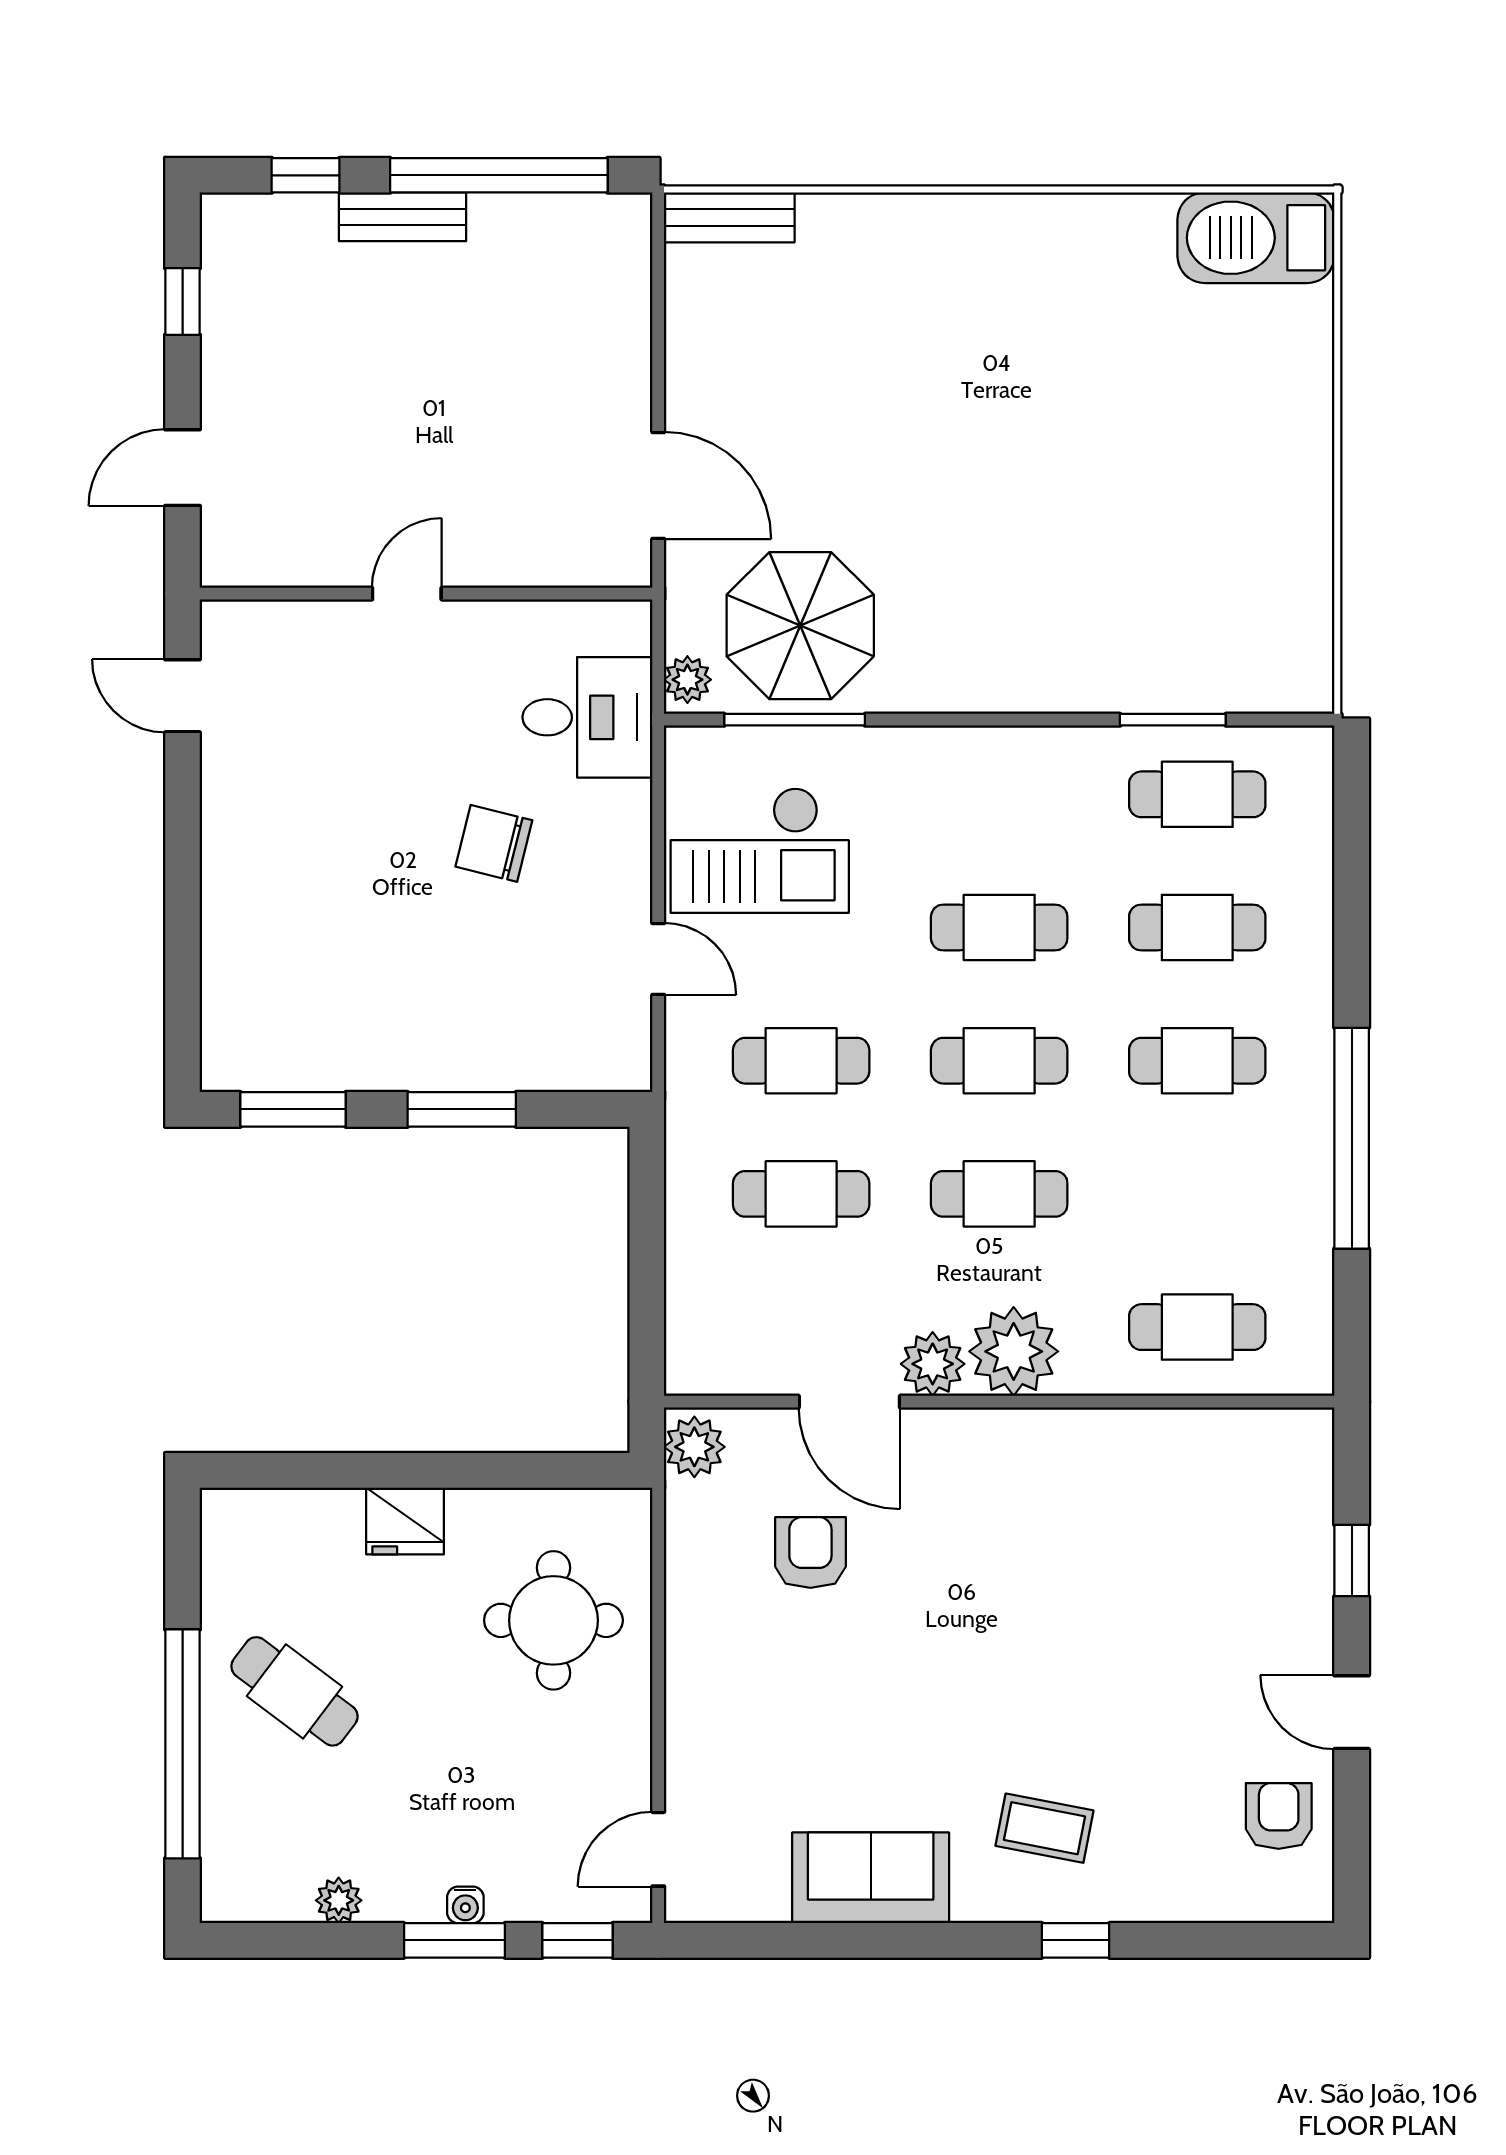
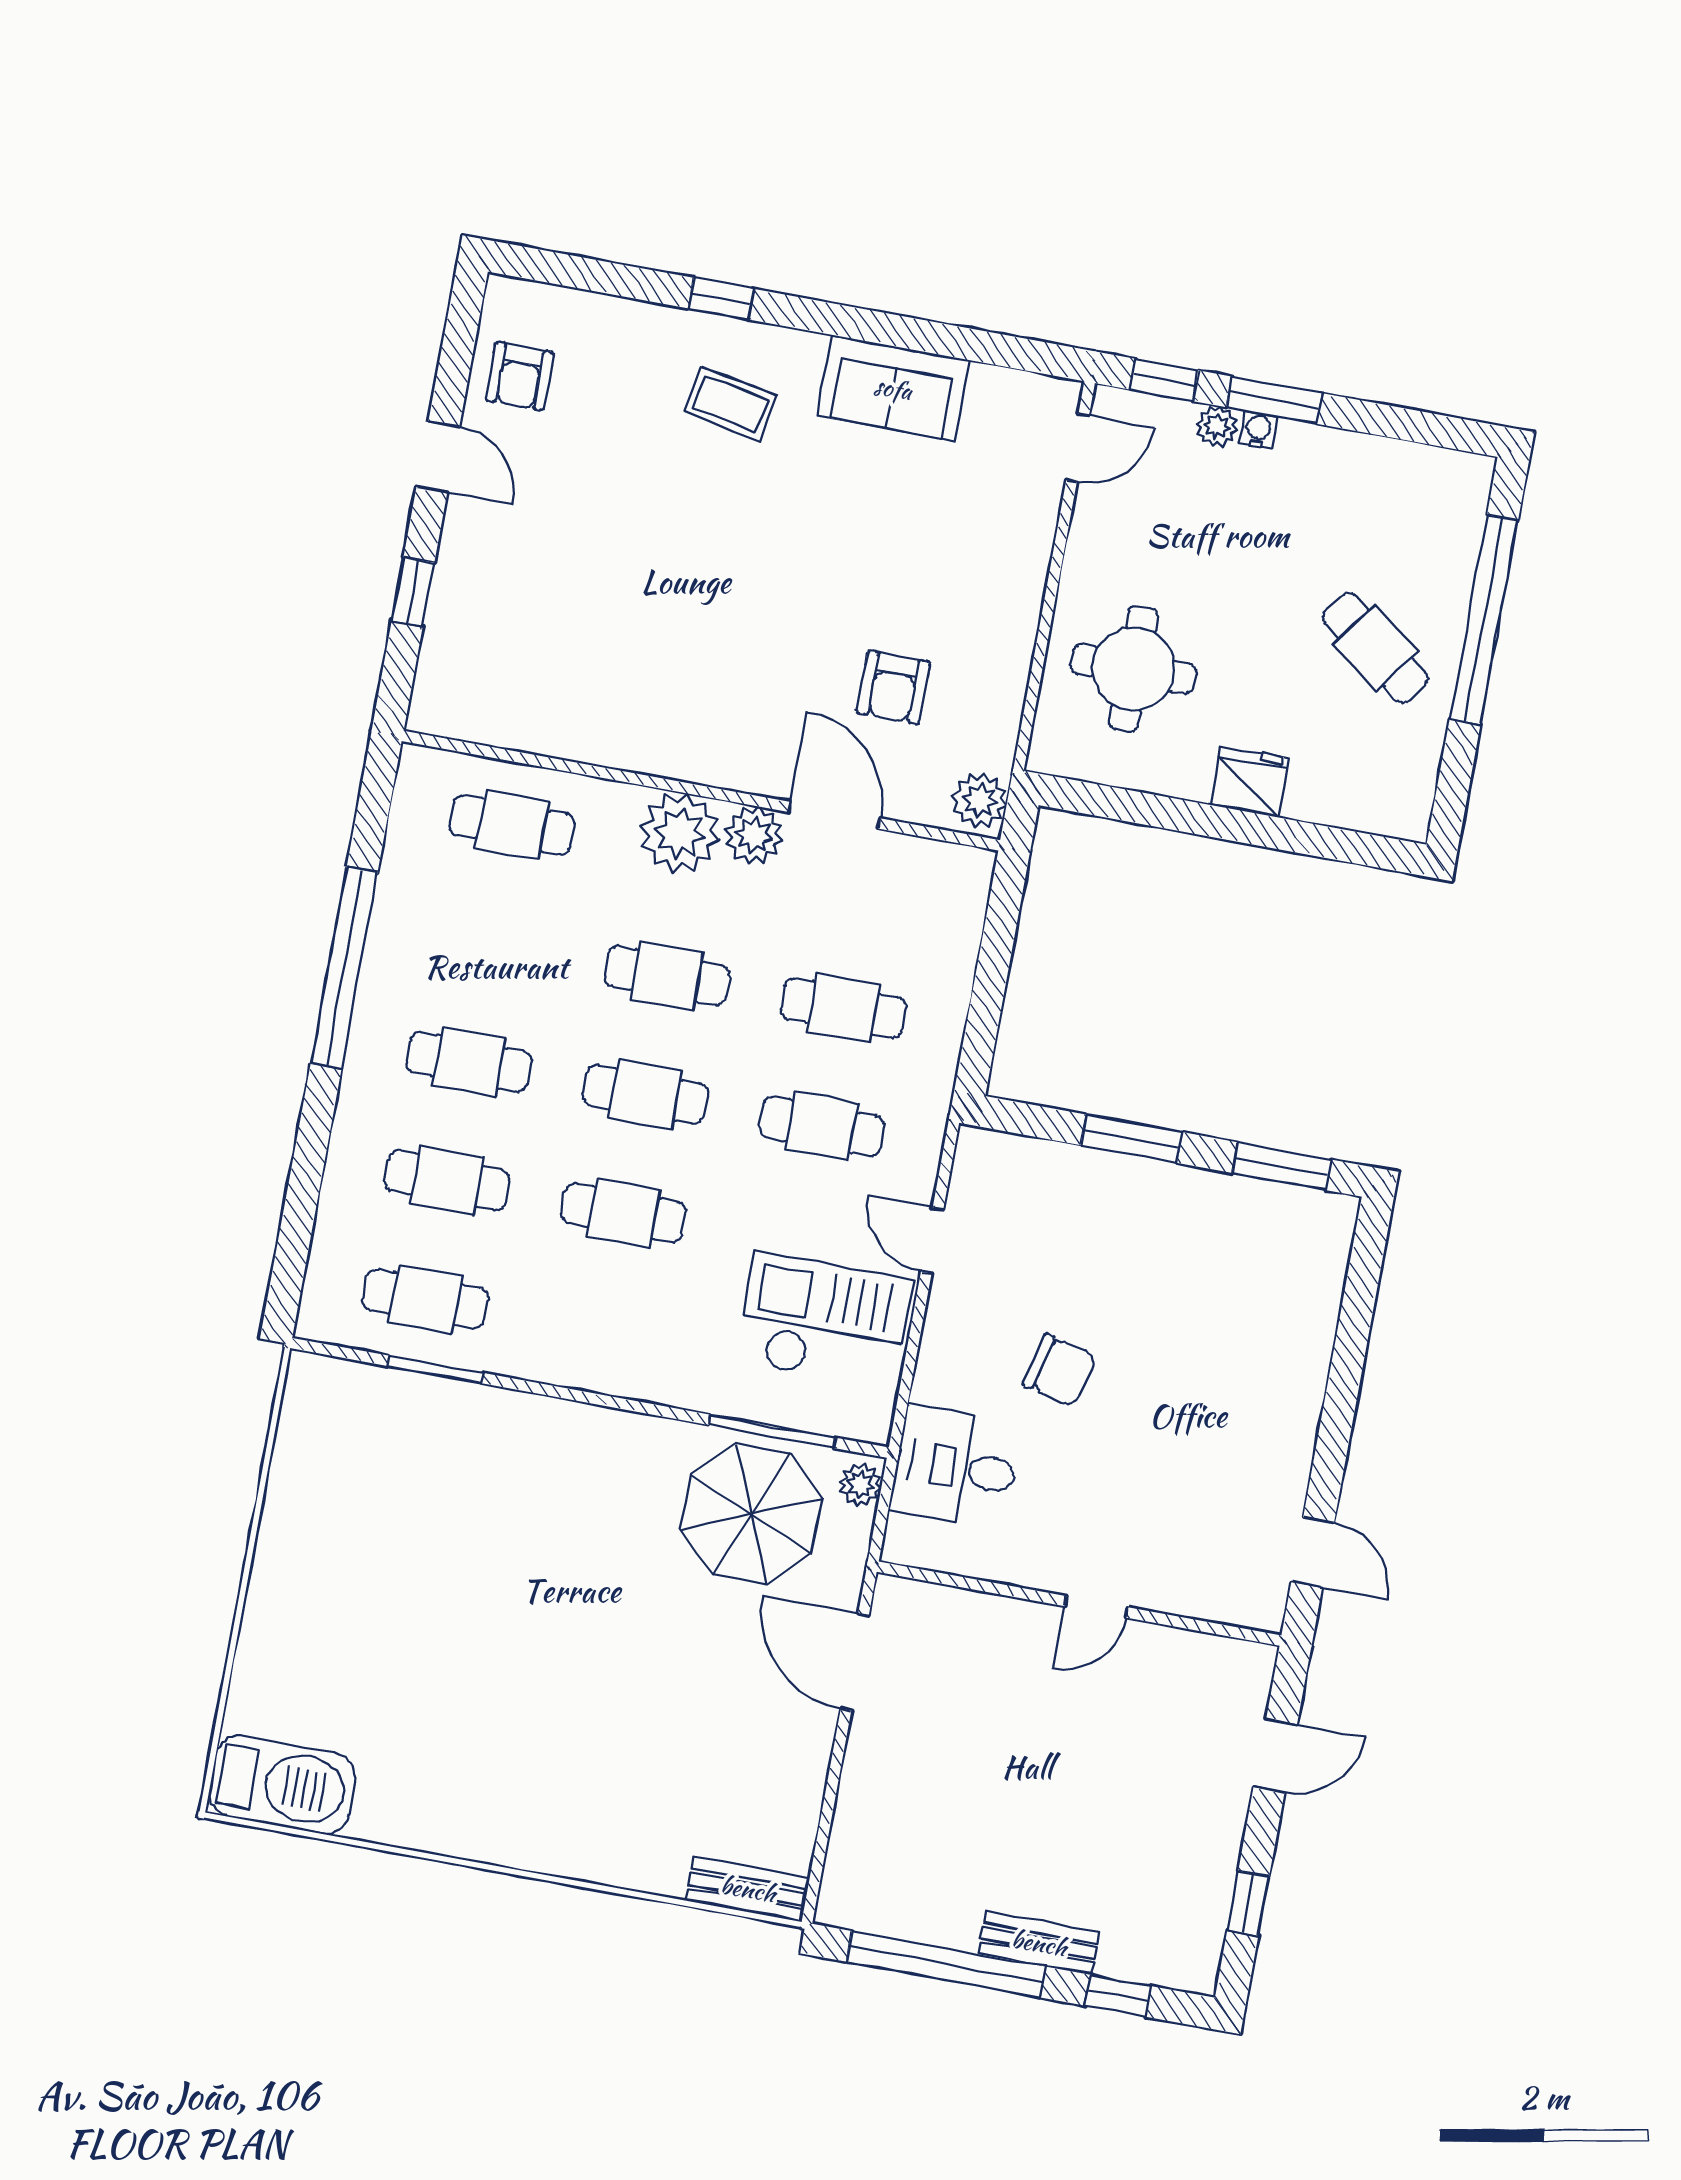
plant: (339, 1900) -> (1217, 427), moved

